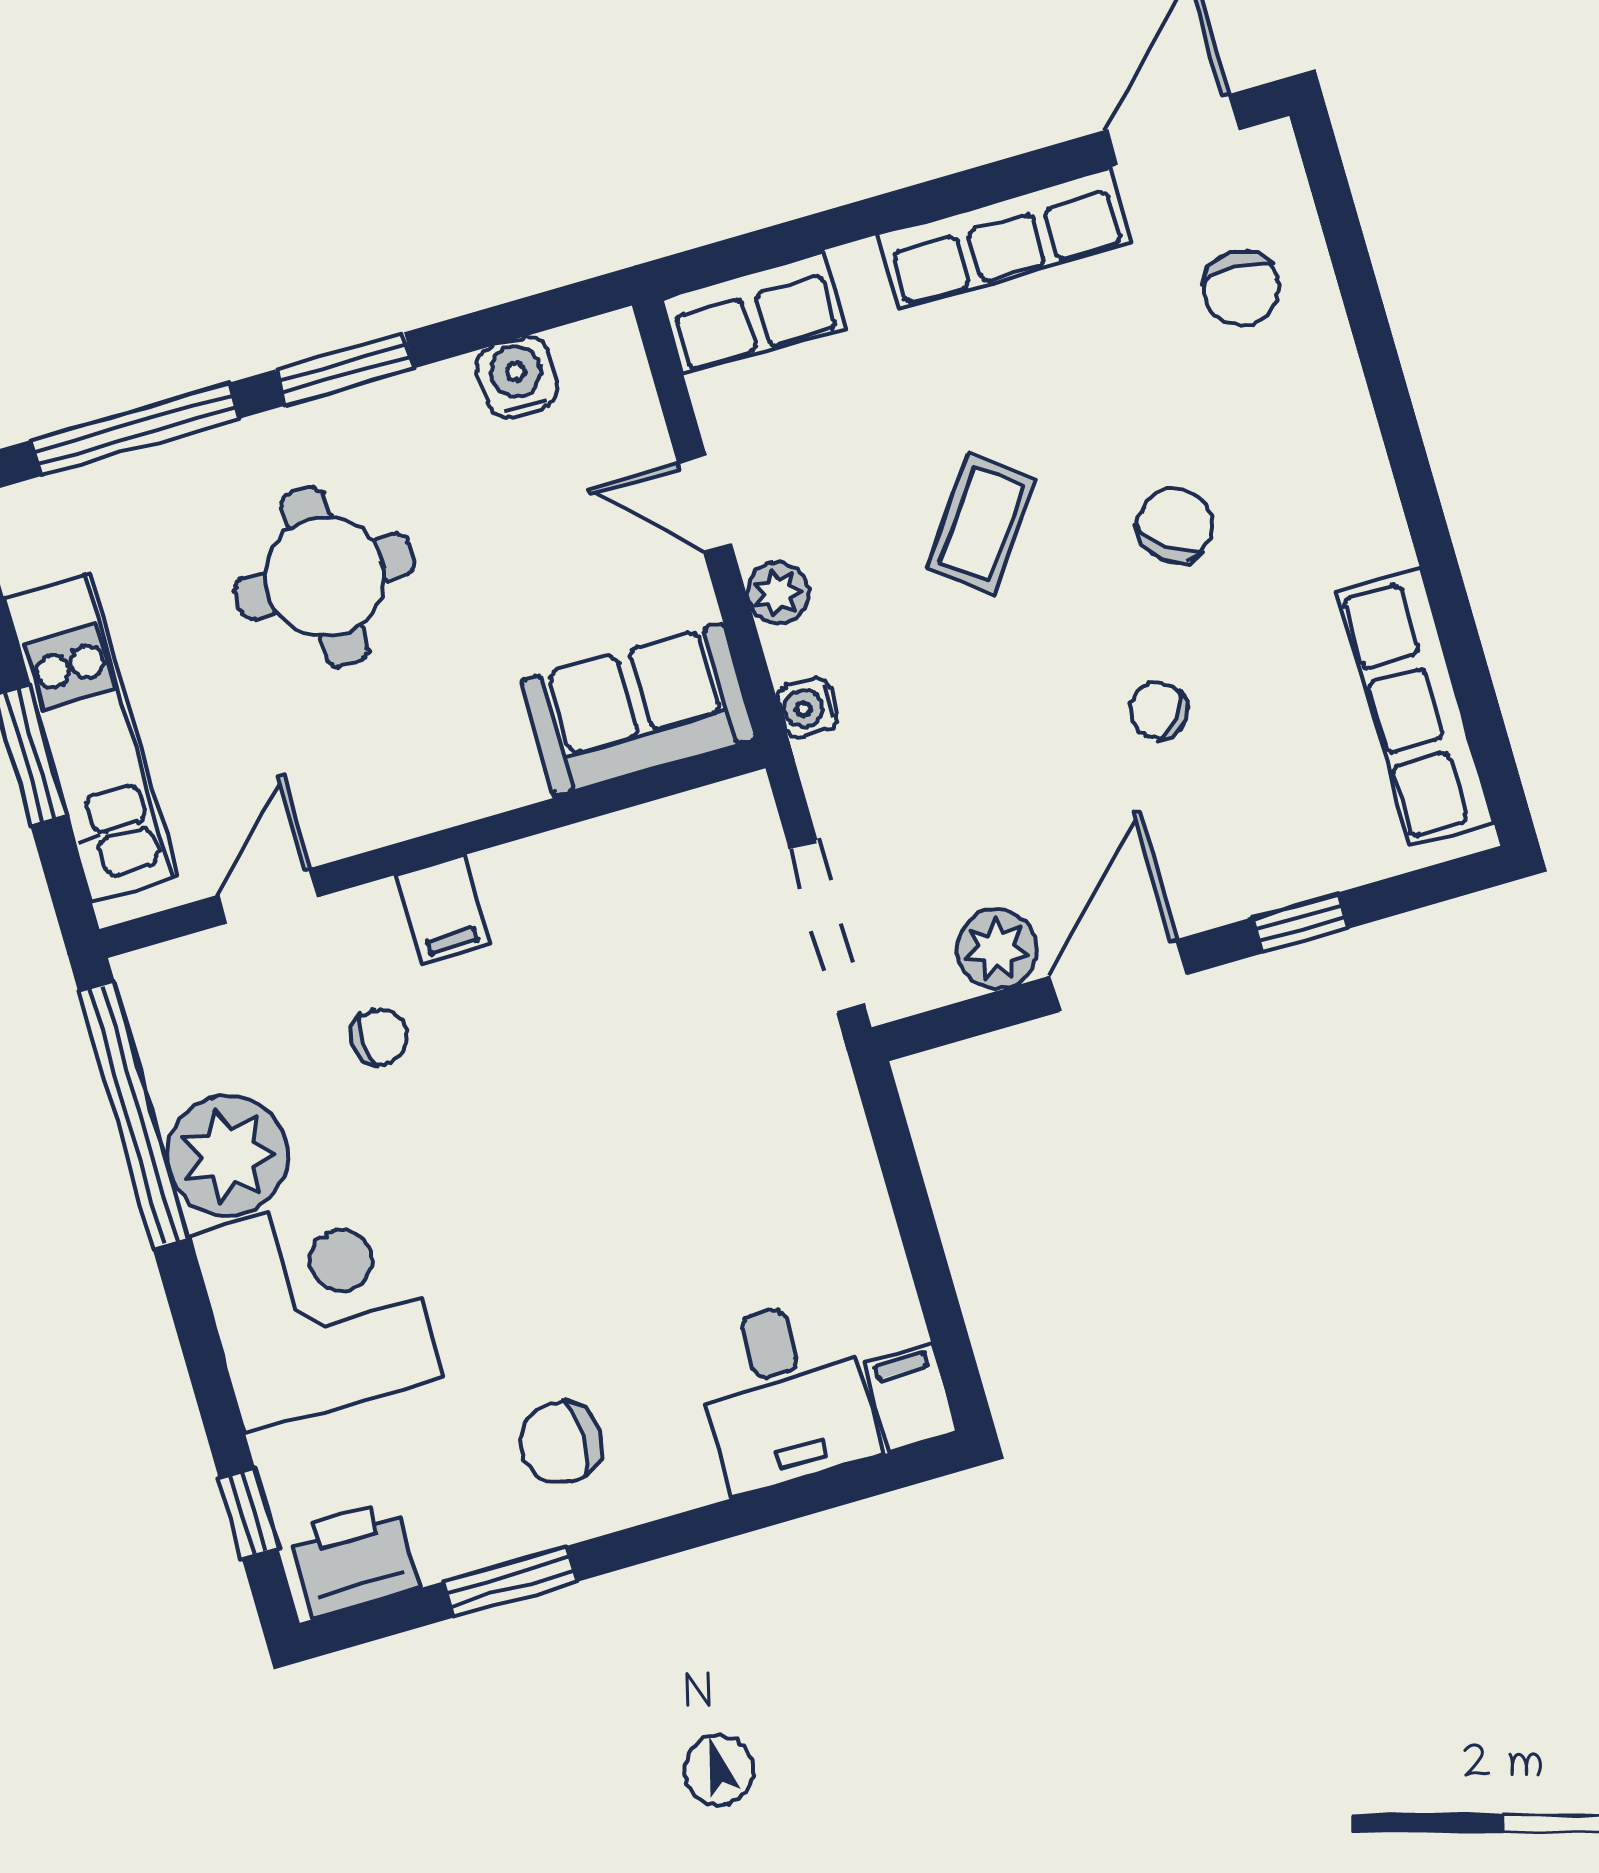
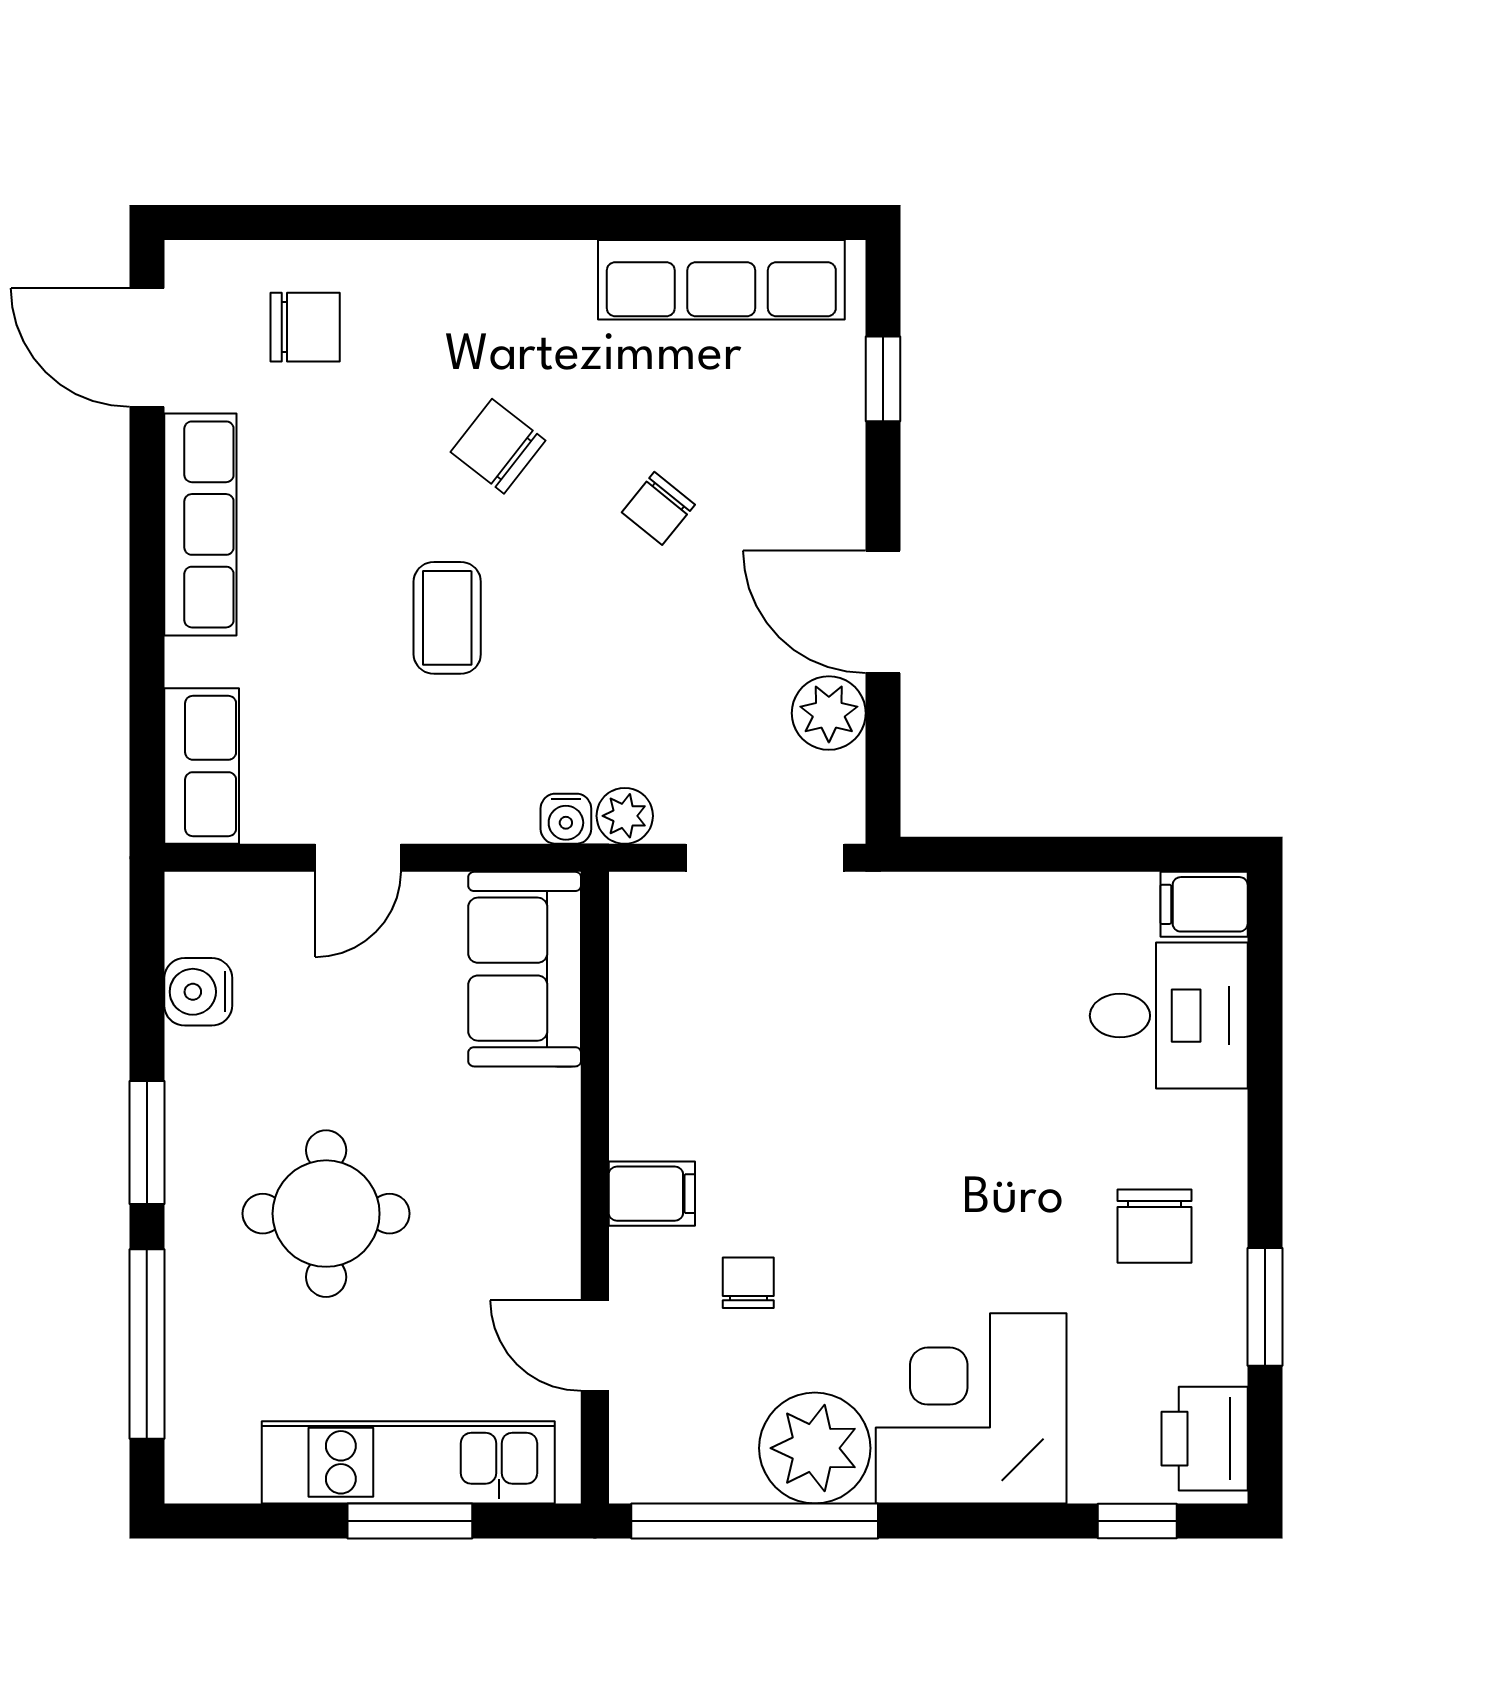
coffee table: (981, 524) -> (447, 618), turned 54
plant: (778, 593) -> (625, 816), moved
window: (1300, 923) -> (883, 379), moved

